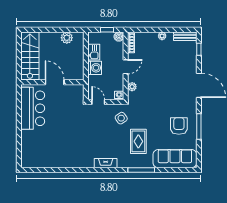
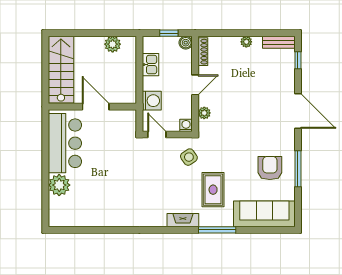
washing machine: (95, 68) -> (152, 101), moved
plant: (29, 138) -> (59, 185), added
fireplace: (106, 163) -> (183, 220), moved

